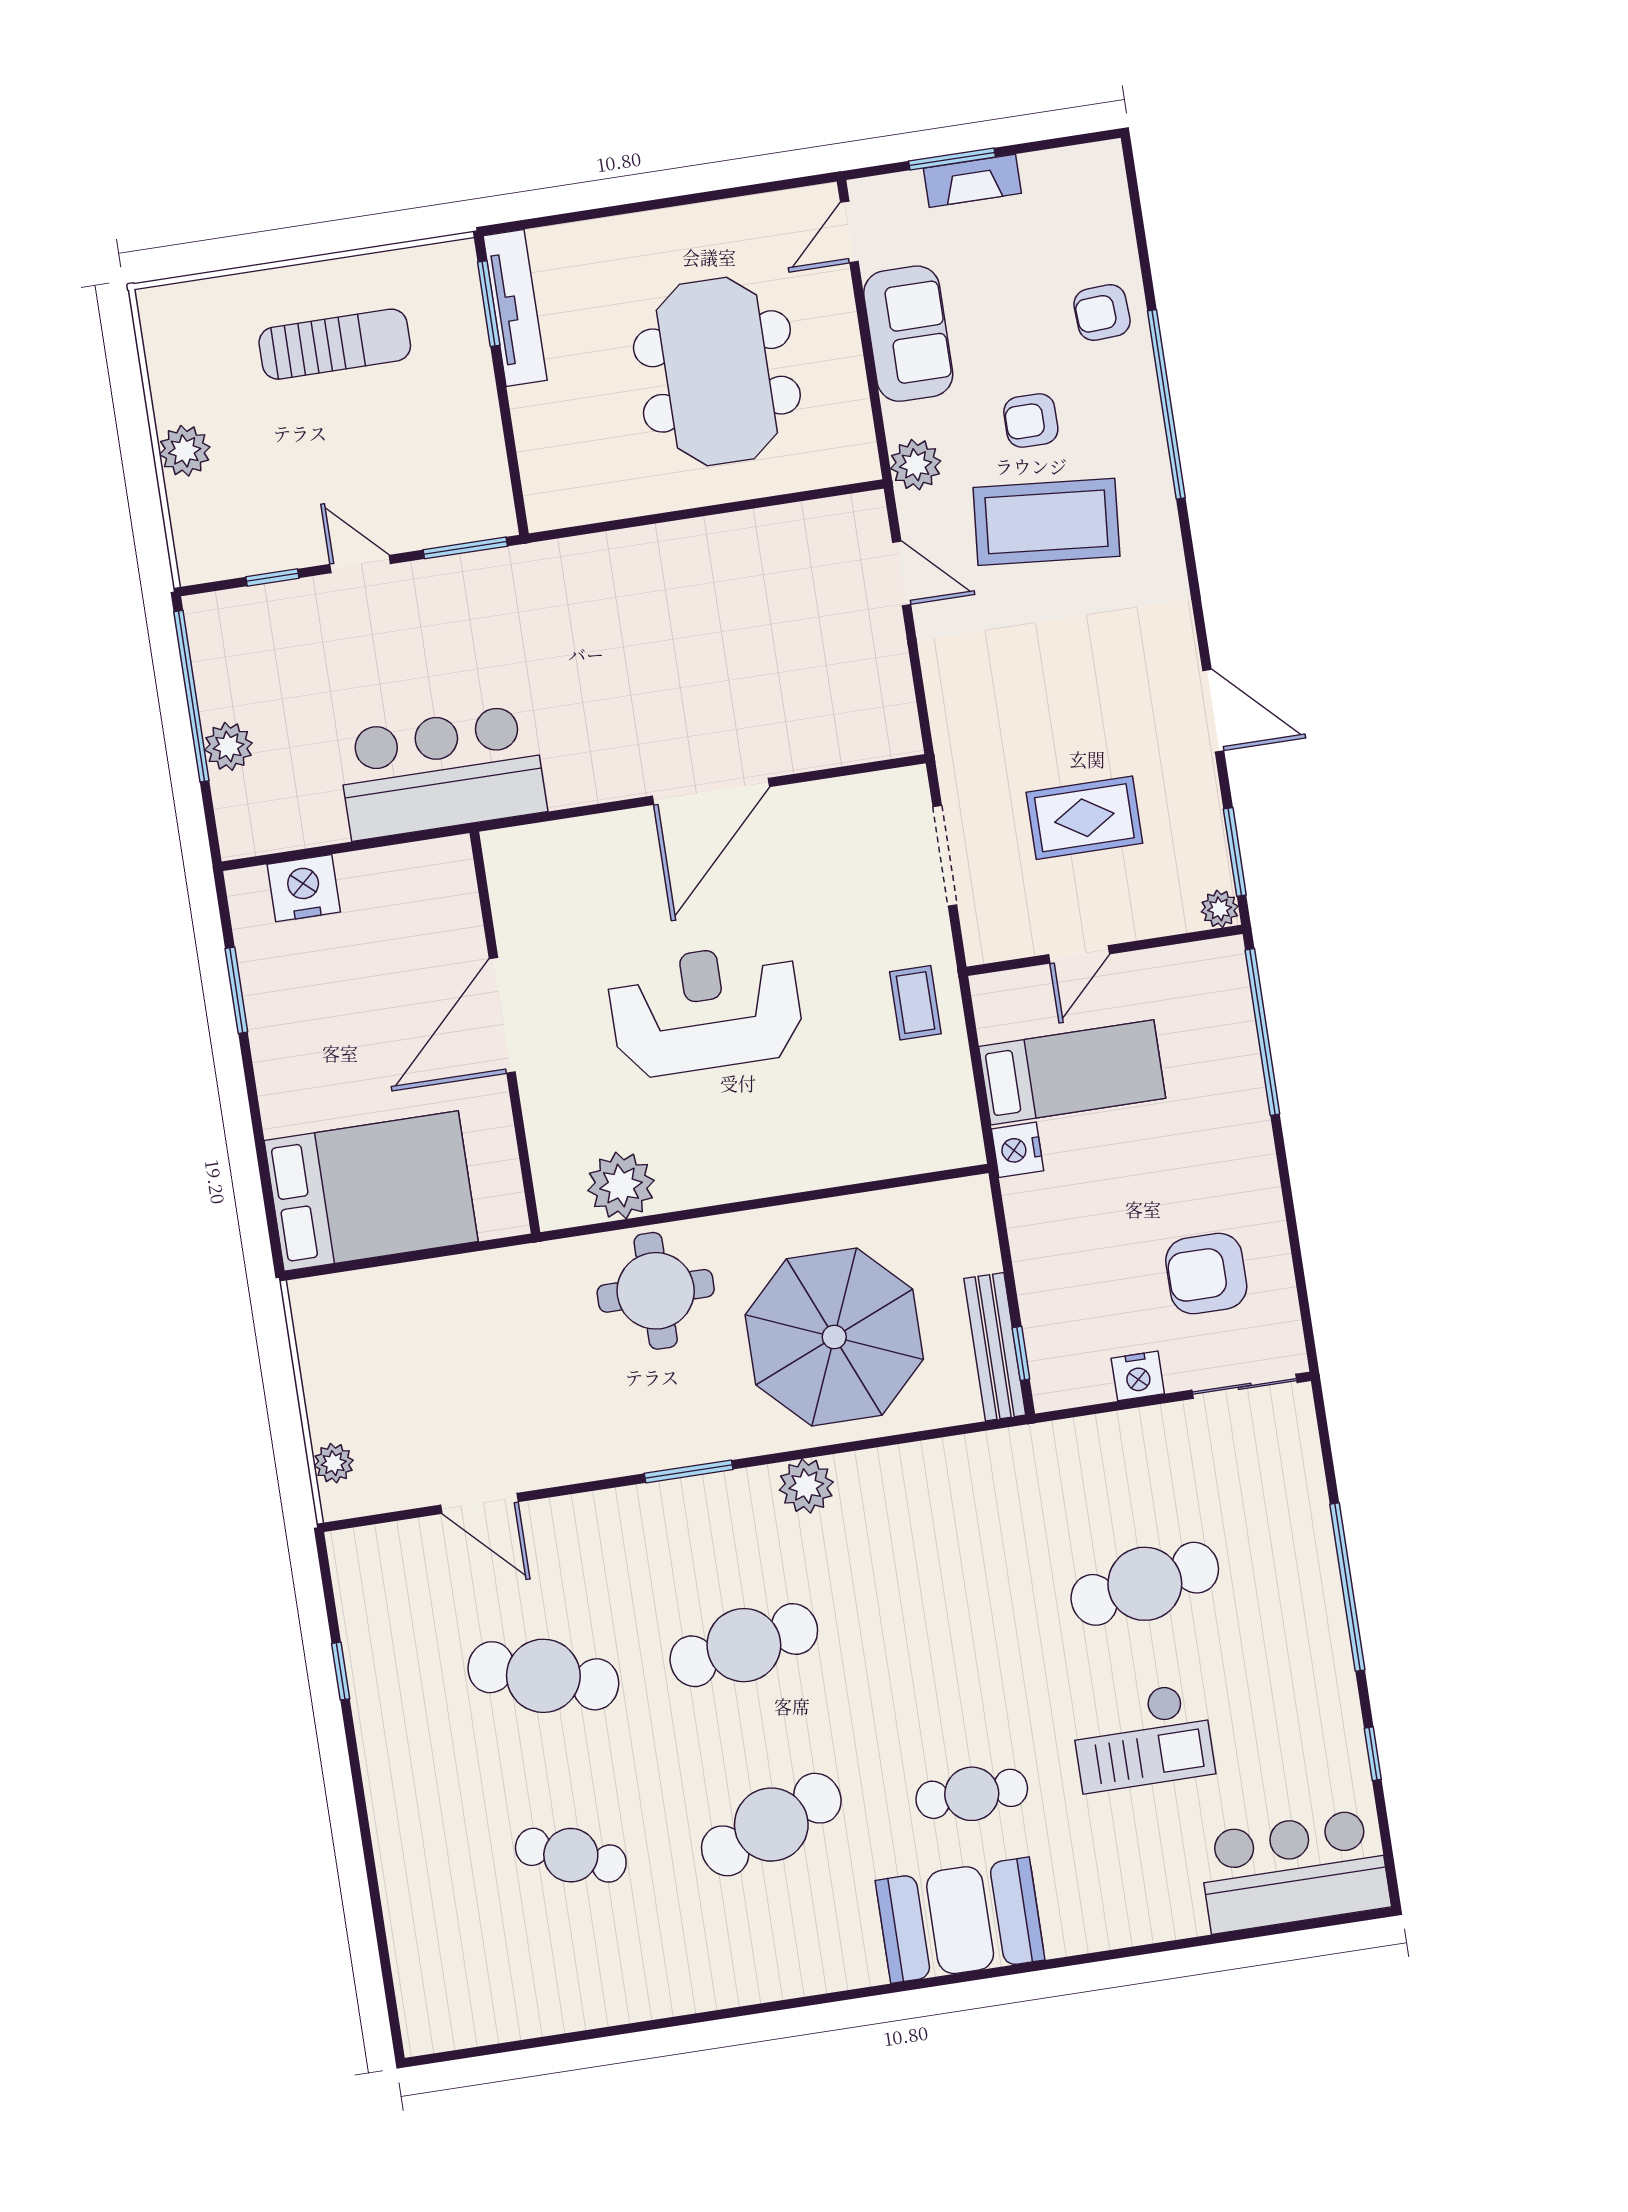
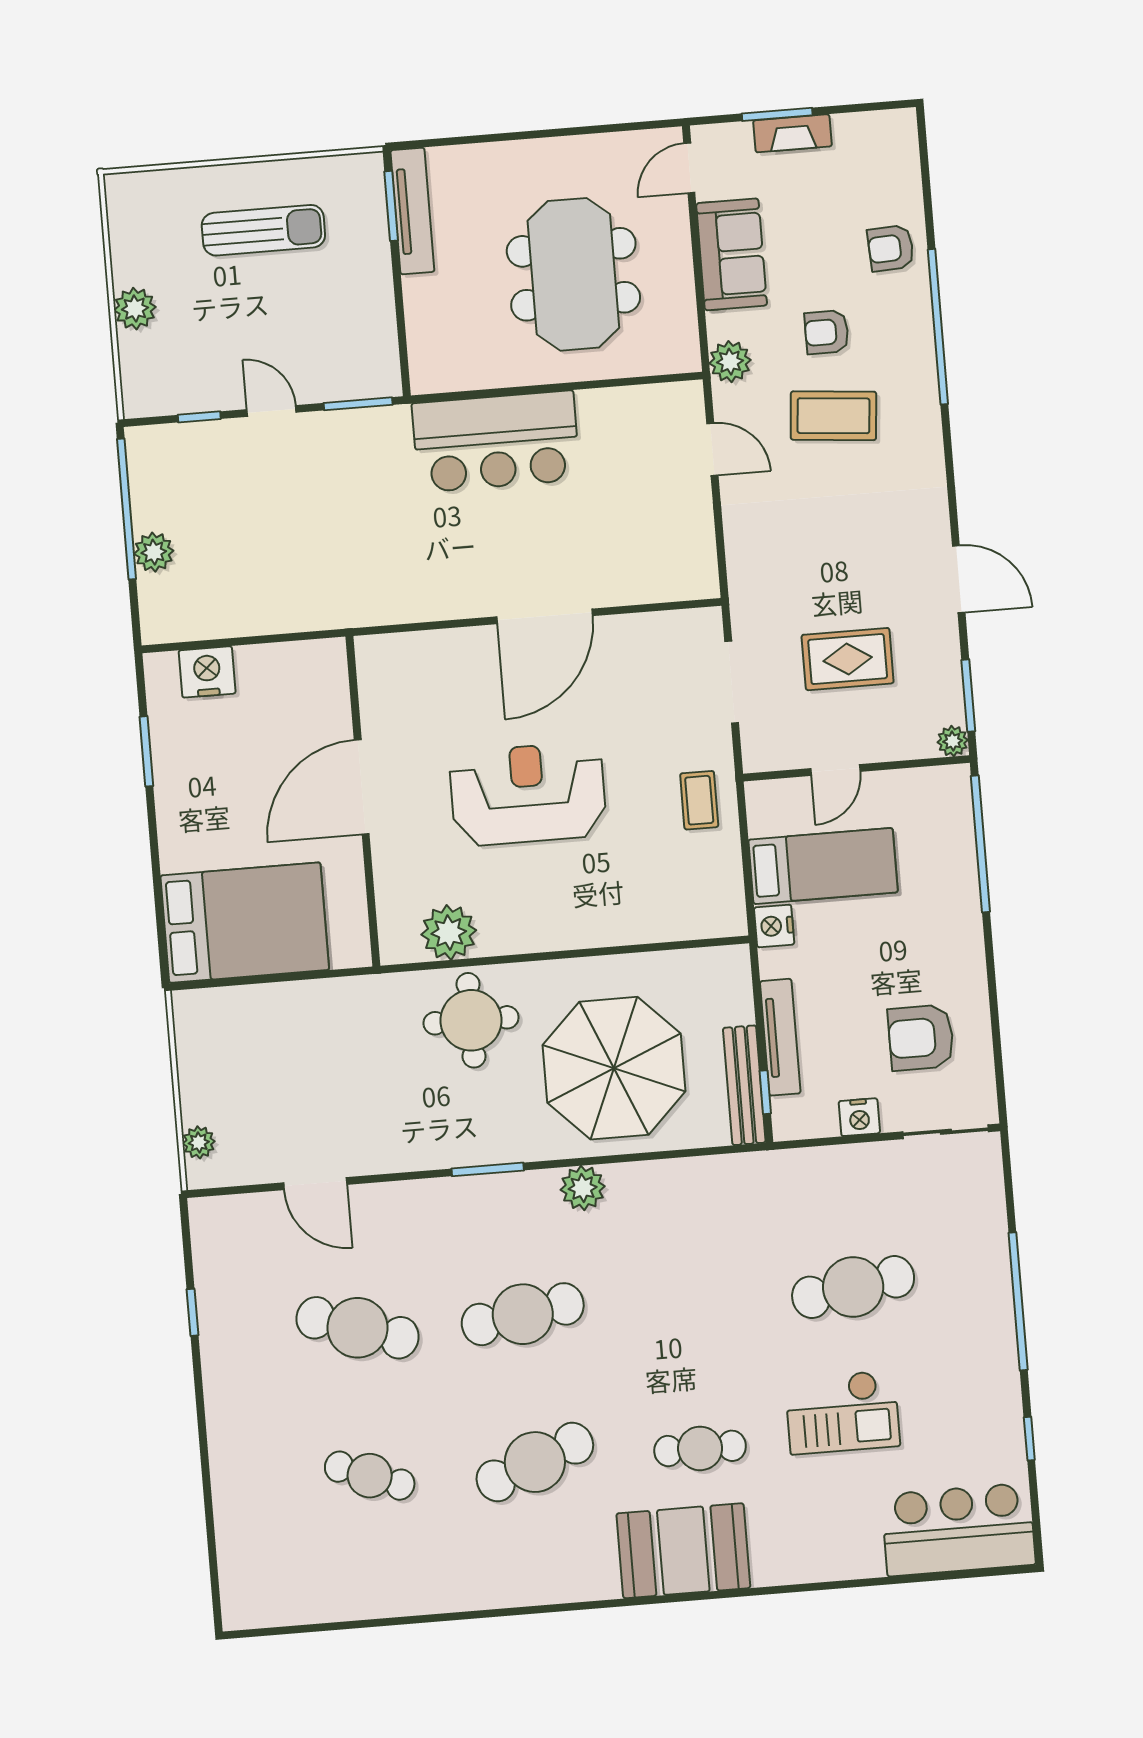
coffee table: (1046, 522) -> (833, 416), width x0.73, depth x0.76
bar counter: (442, 772) -> (496, 442), moved, turned 180
tv unit: (1035, 1285) -> (780, 1037), added

